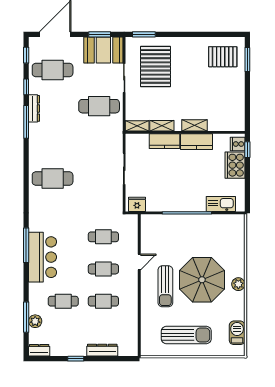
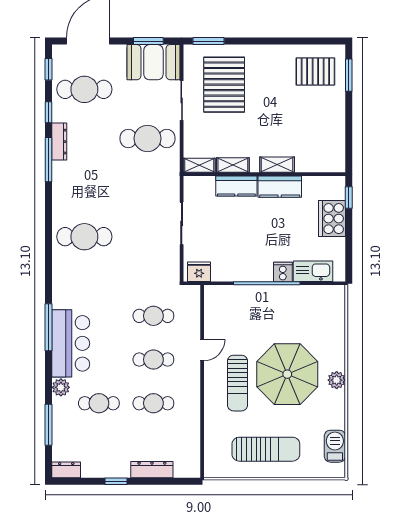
cooker: (238, 144) -> (283, 272), moved, turned 90
plant: (35, 321) -> (61, 387), moved

